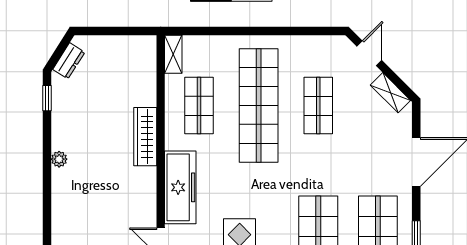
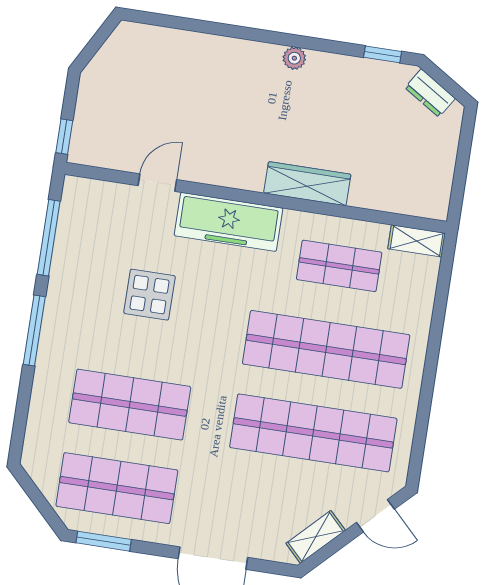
shop shelf: (318, 106) -> (313, 433), width x2.00, depth x1.36

